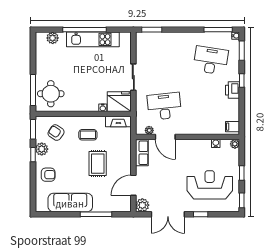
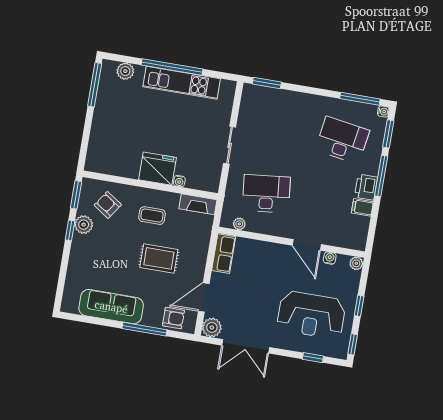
window: (242, 81) -> (381, 176), width x2.17
window: (33, 90) -> (95, 85), moved
round table: (51, 94) -> (110, 149), removed
fridge: (119, 102) -> (158, 169), moved
filing cabinet: (232, 127) -> (362, 207), moved
door: (165, 137) -> (307, 245), moved
rug: (98, 164) -> (159, 258), turned 90
armchair: (48, 175) -> (173, 318), moved
reception desk: (210, 185) -> (311, 315), turned 180
window: (201, 214) -> (313, 358), moved

